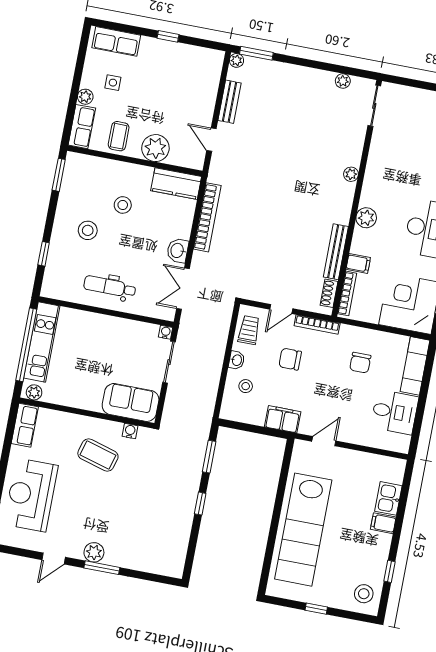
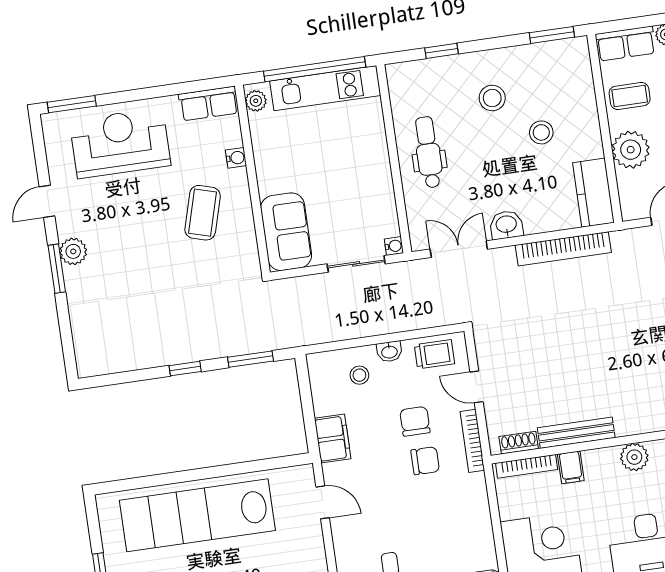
chair: (360, 363) -> (425, 461), moved, turned 180
water cooler: (130, 431) -> (236, 158), moved
door: (54, 558) -> (47, 201), hinge flipped

